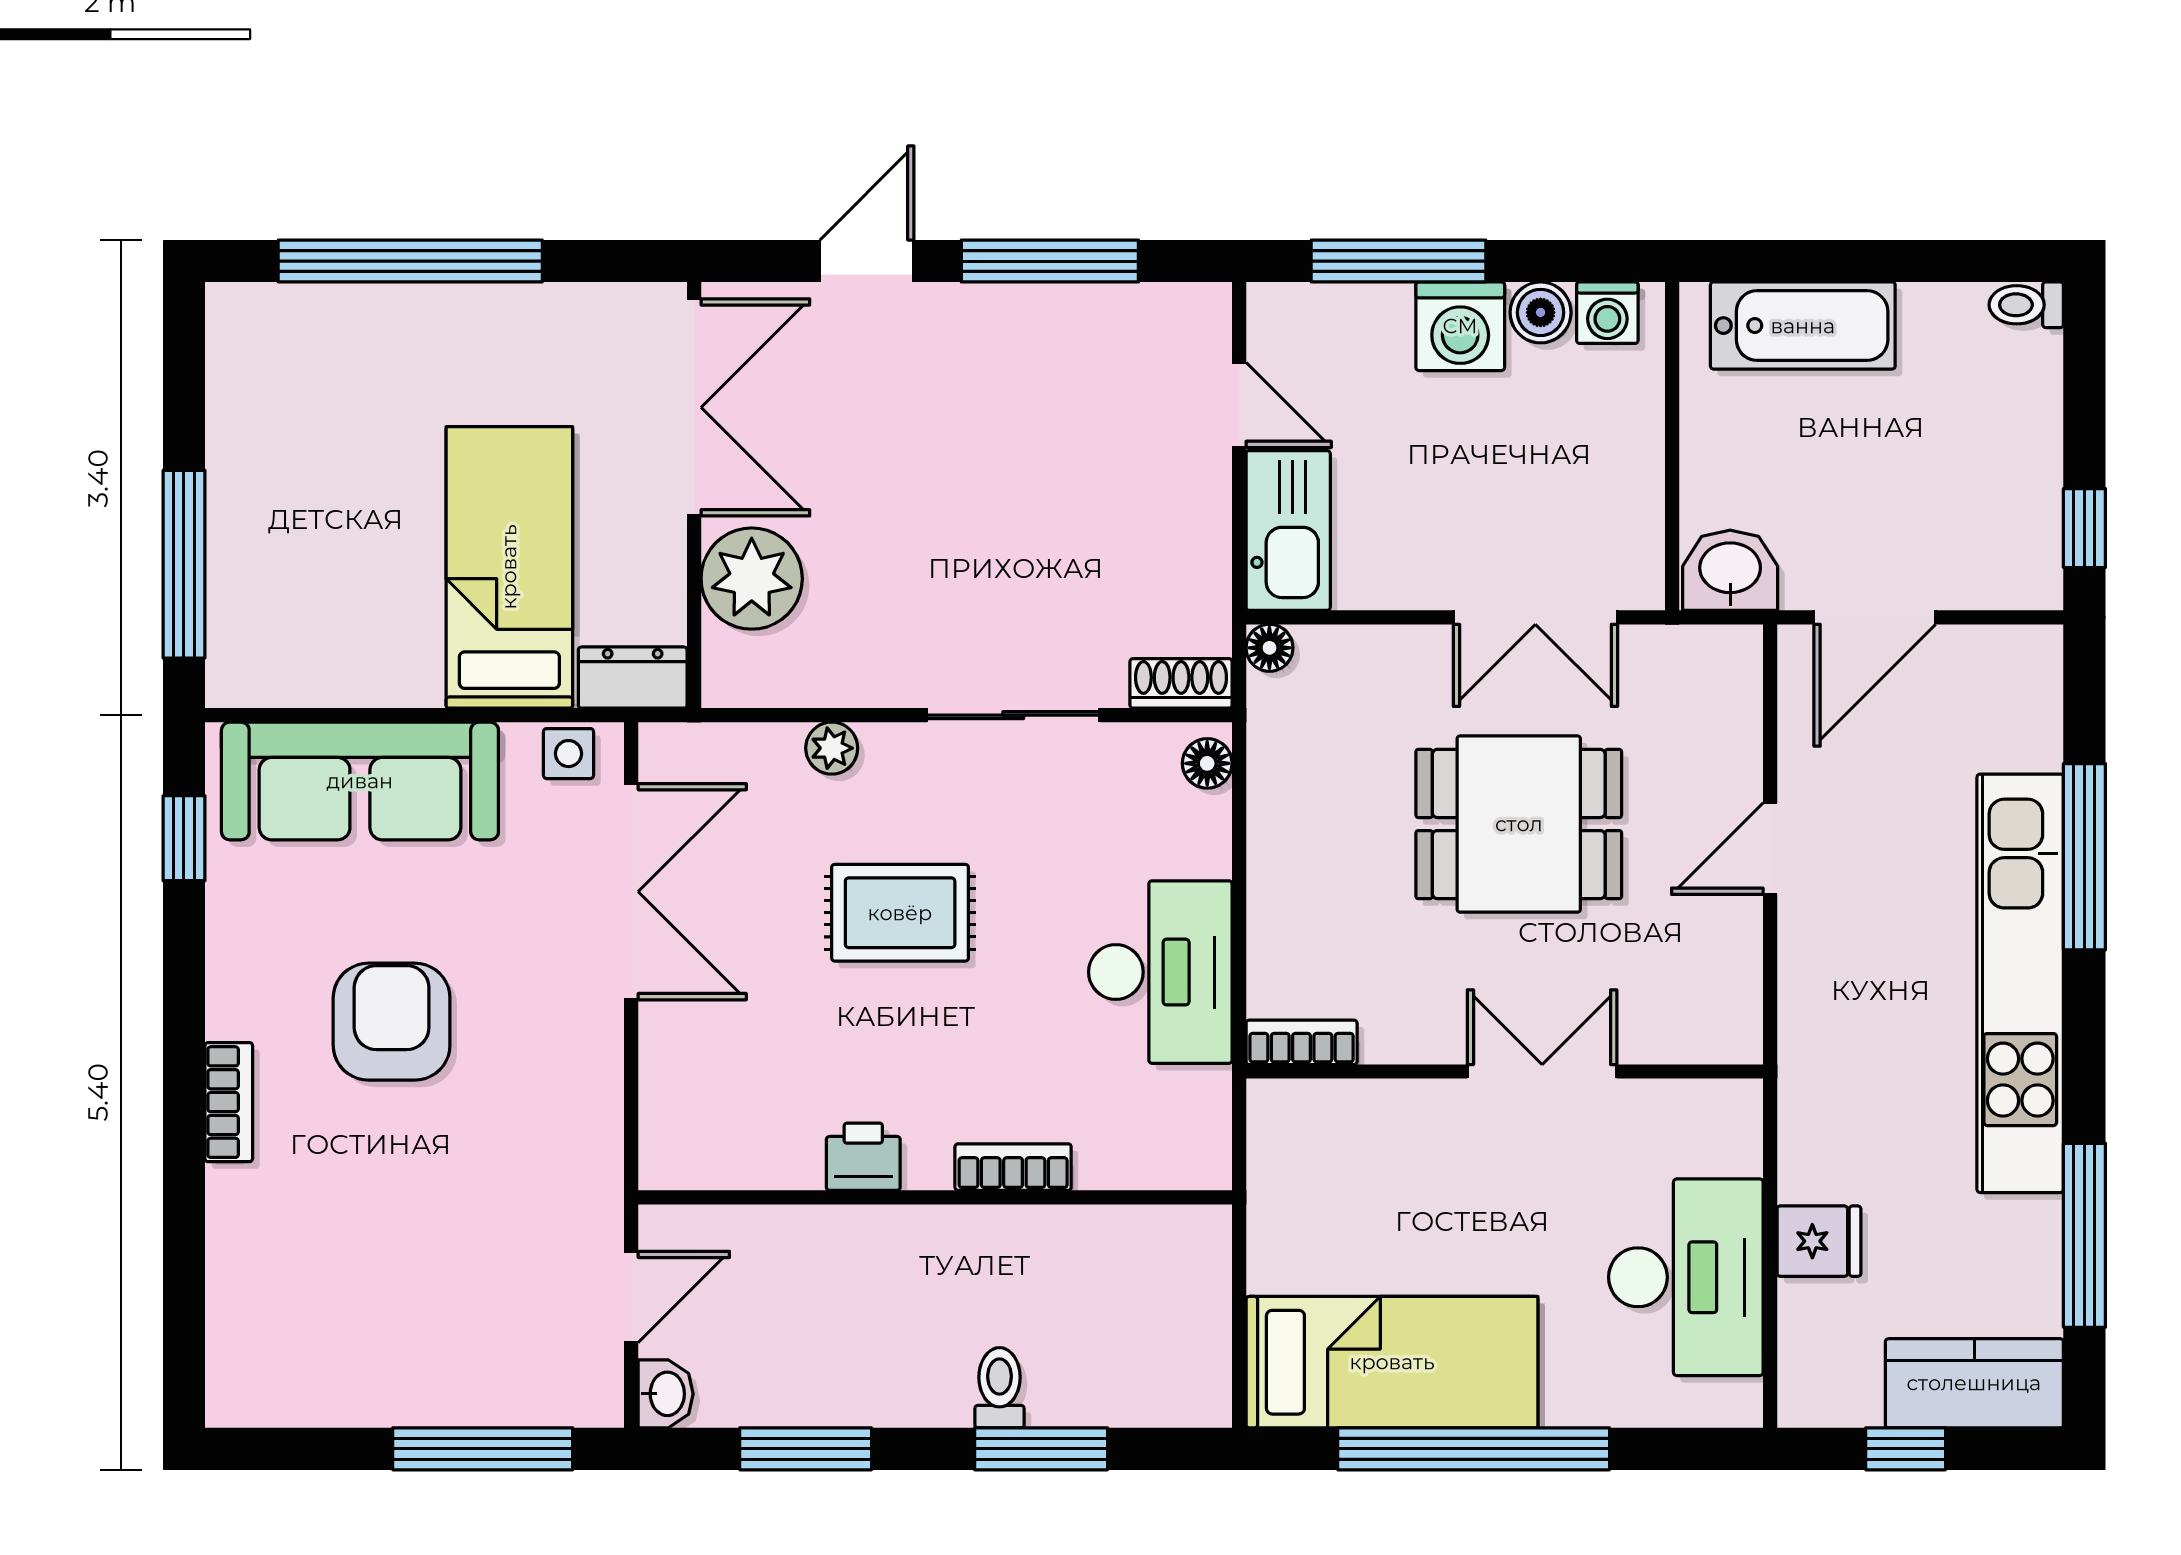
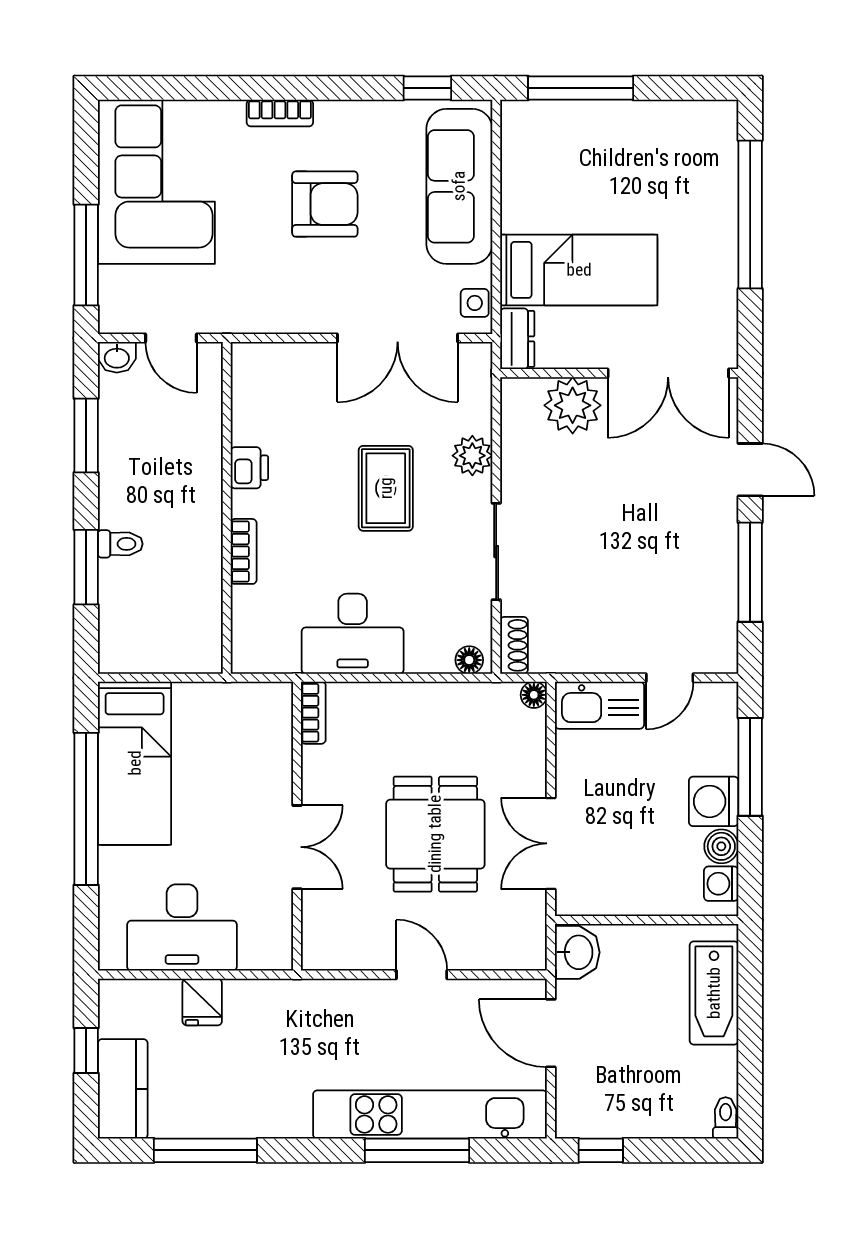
plant: (832, 748) -> (472, 456), width x1.38, depth x1.38
kitchen unit: (2020, 983) -> (430, 1114), moved
corner sofa: (352, 1323) -> (156, 182), added

